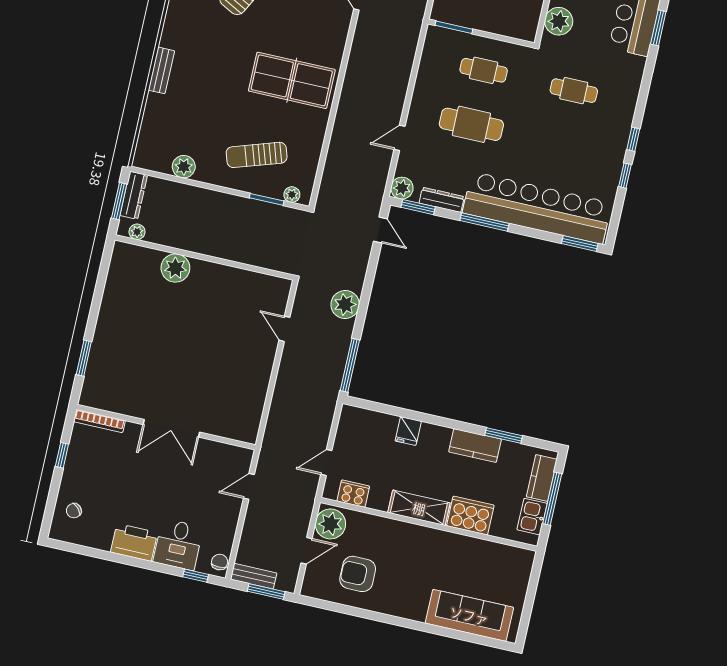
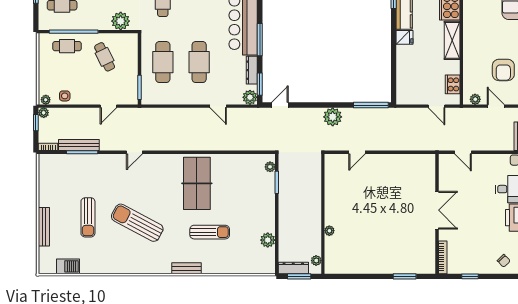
bench: (161, 70) -> (186, 268), moved
cafe table: (484, 70) -> (163, 62), width x1.37, depth x1.35
sun lounger: (257, 155) -> (210, 232), moved, turned -72
plant: (175, 268) -> (329, 231), width x0.53, depth x0.53
fridge: (408, 431) -> (405, 37), moved
plant: (330, 524) -> (475, 99), width x0.53, depth x0.53

